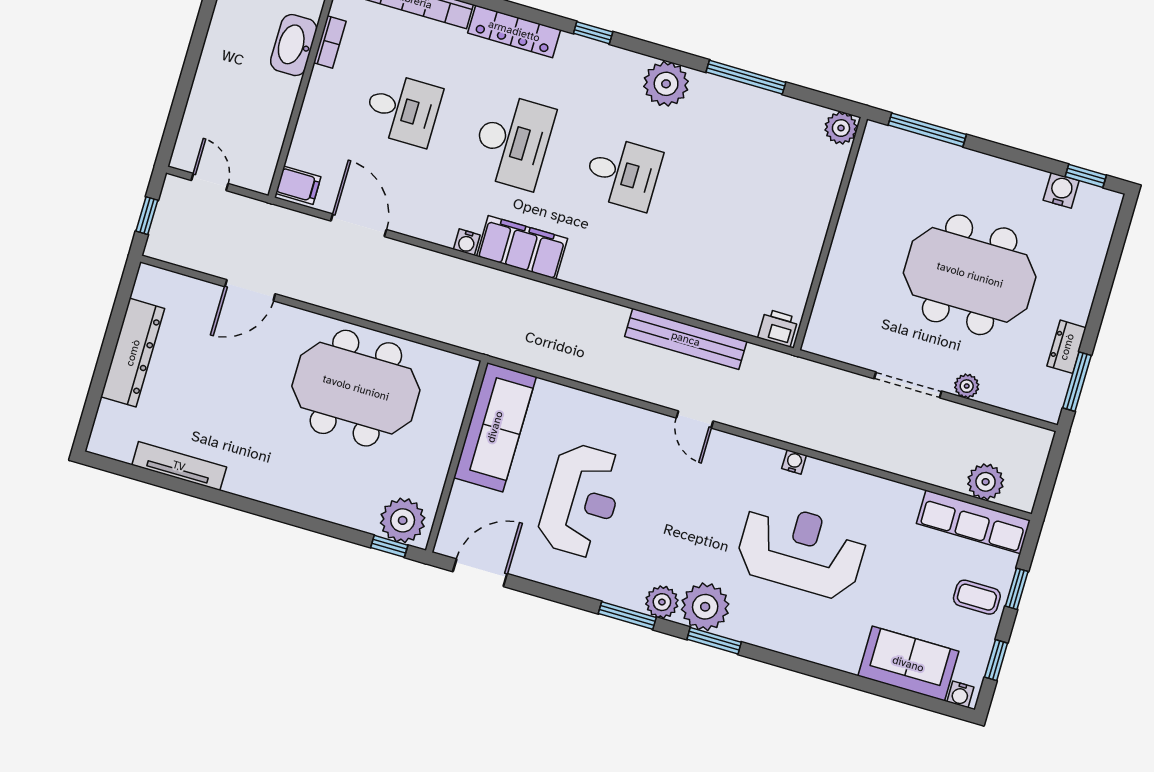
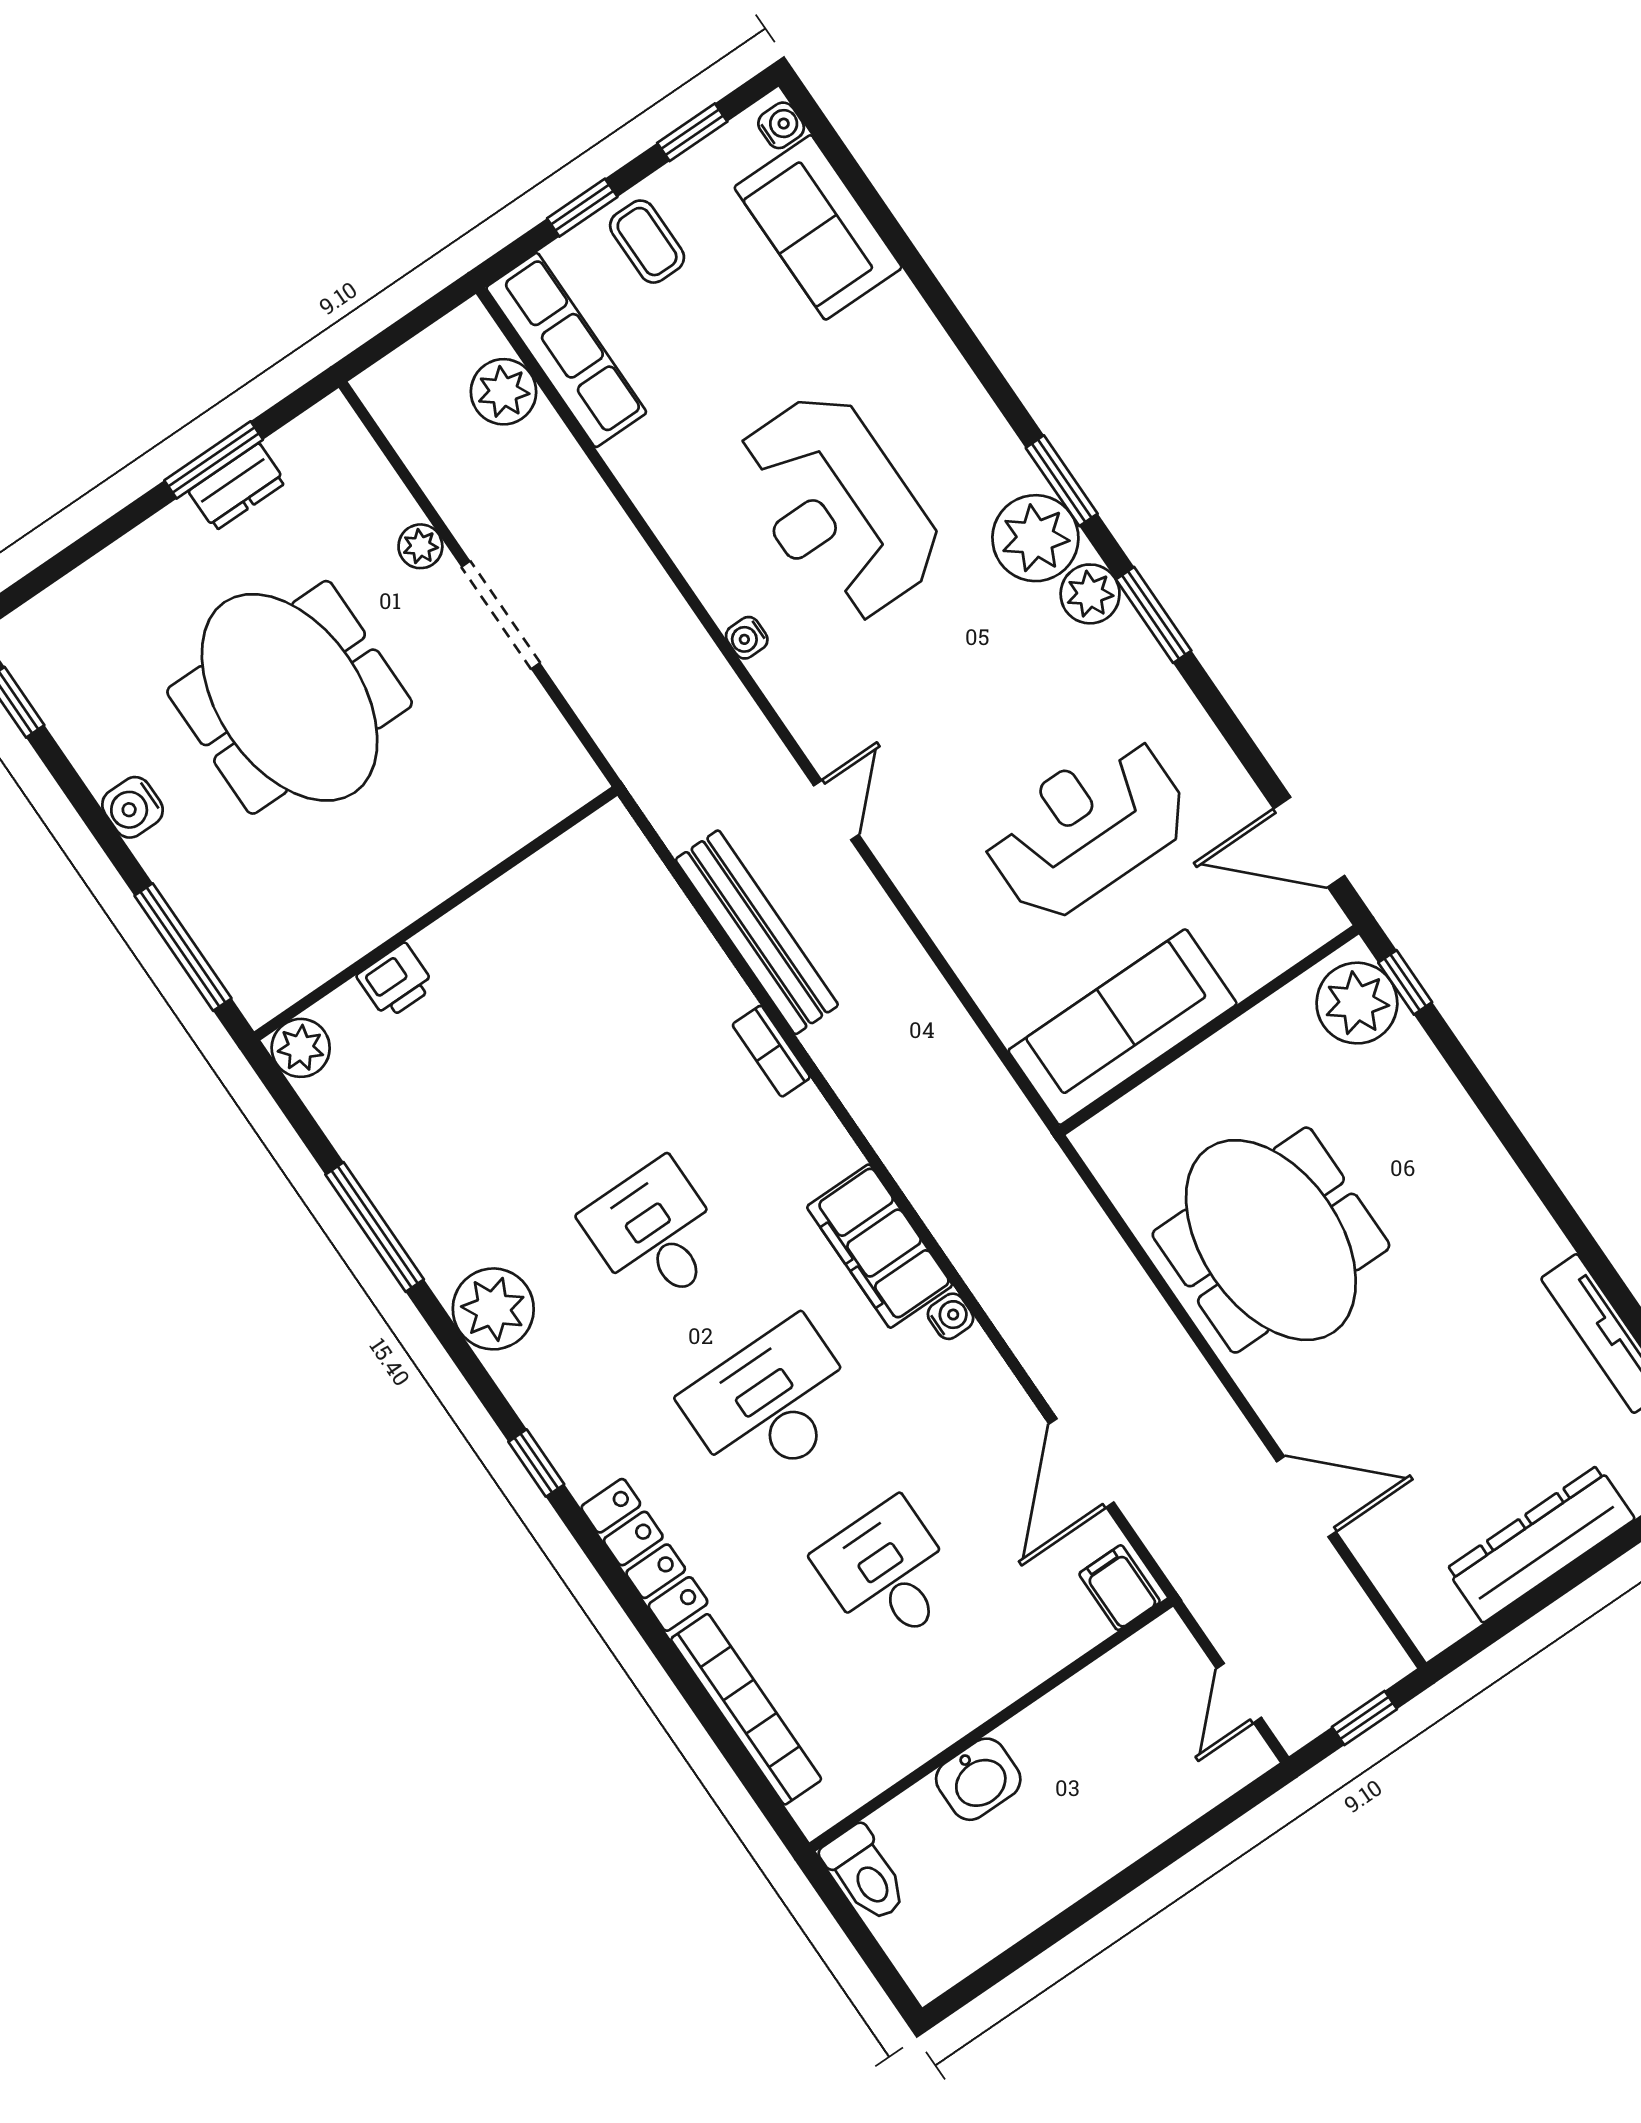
bookcase: (330, 42) -> (771, 1051), moved, turned -90
washbasin: (294, 45) -> (978, 1779), width x0.72
water cooler: (1061, 190) -> (133, 807), moved
printer: (778, 328) -> (396, 981), moved, turned -90
window: (1077, 382) -> (214, 460), moved

